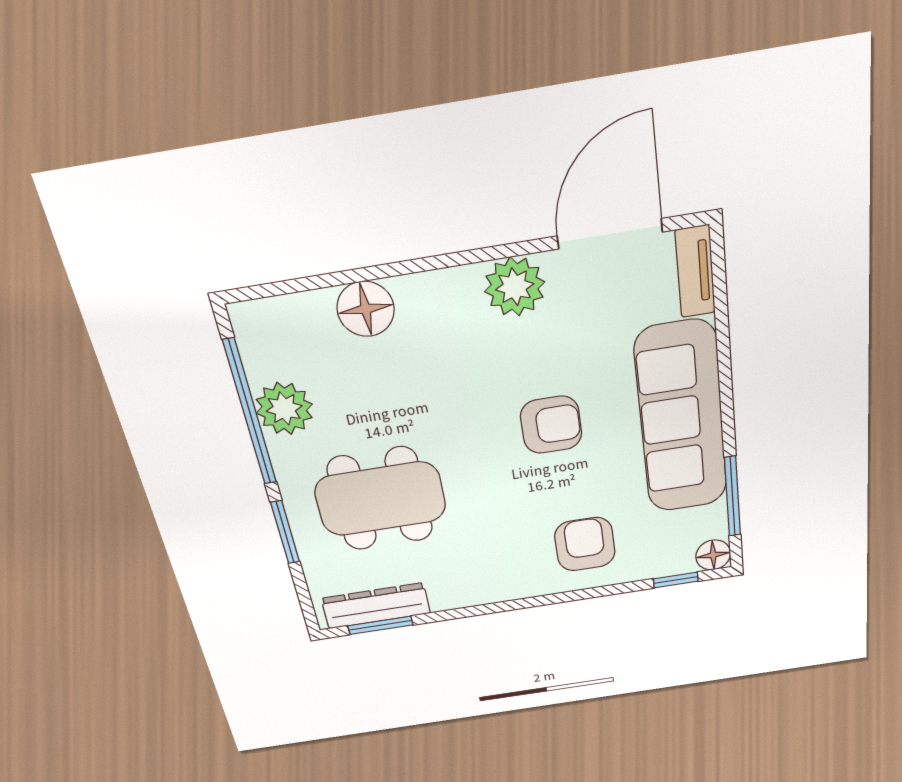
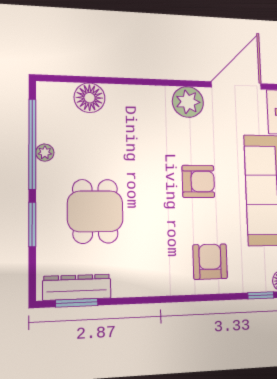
floor lamp: (366, 309) -> (90, 98), moved
plant: (284, 409) -> (45, 153), width x0.53, depth x0.53
dining table: (380, 499) -> (95, 211), width x0.73

